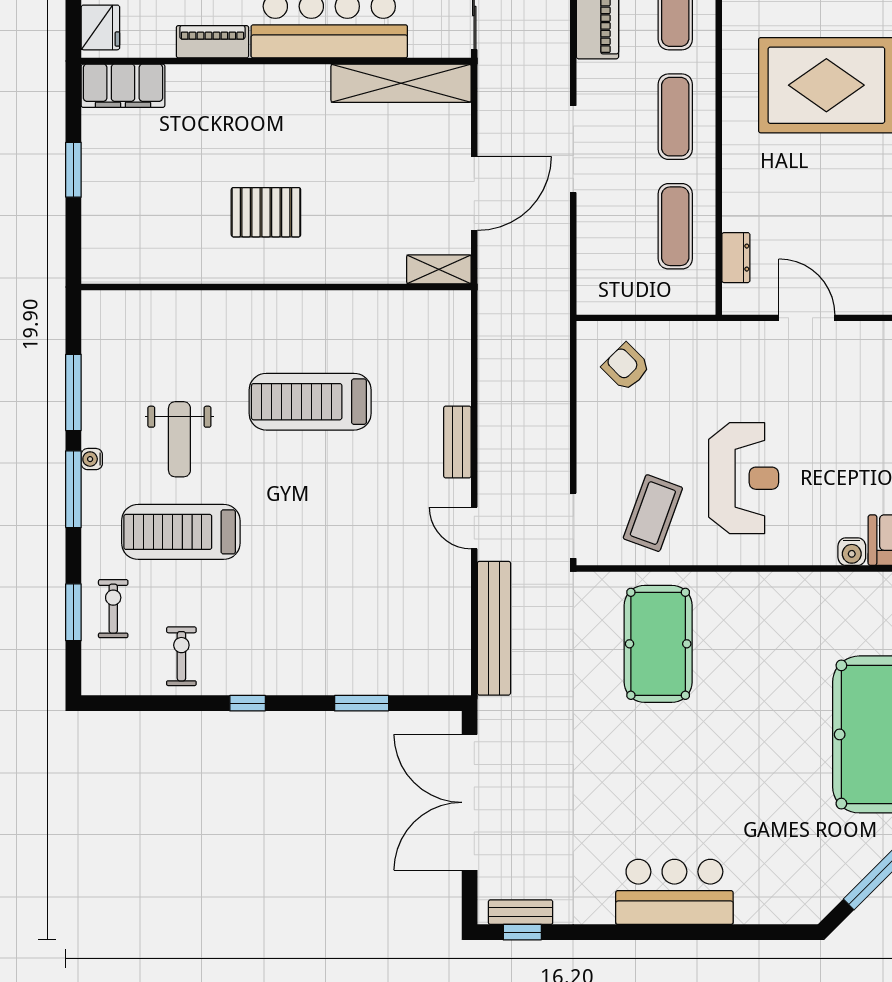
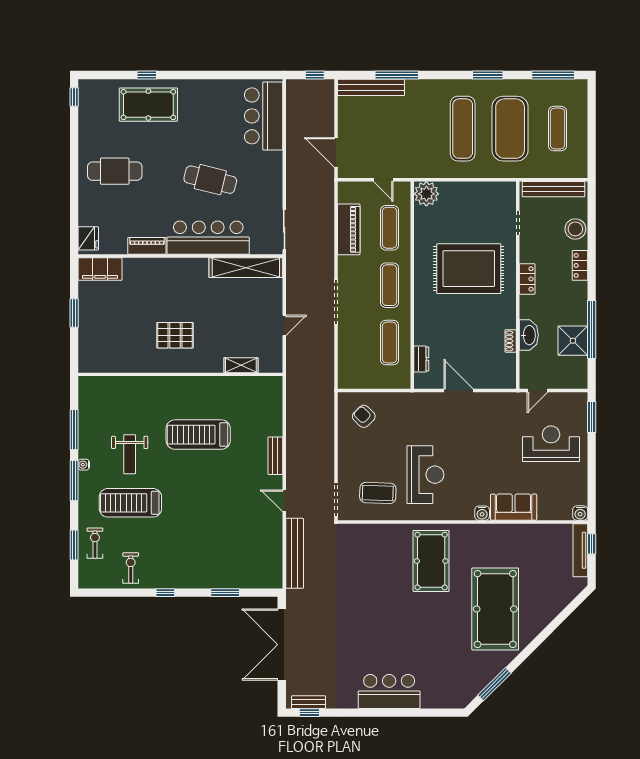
door: (474, 193) -> (284, 325), width x0.53
shelving: (439, 269) -> (241, 365), moved
coffee table: (653, 513) -> (378, 493), turned 72
pool table: (658, 644) -> (431, 561), moved

